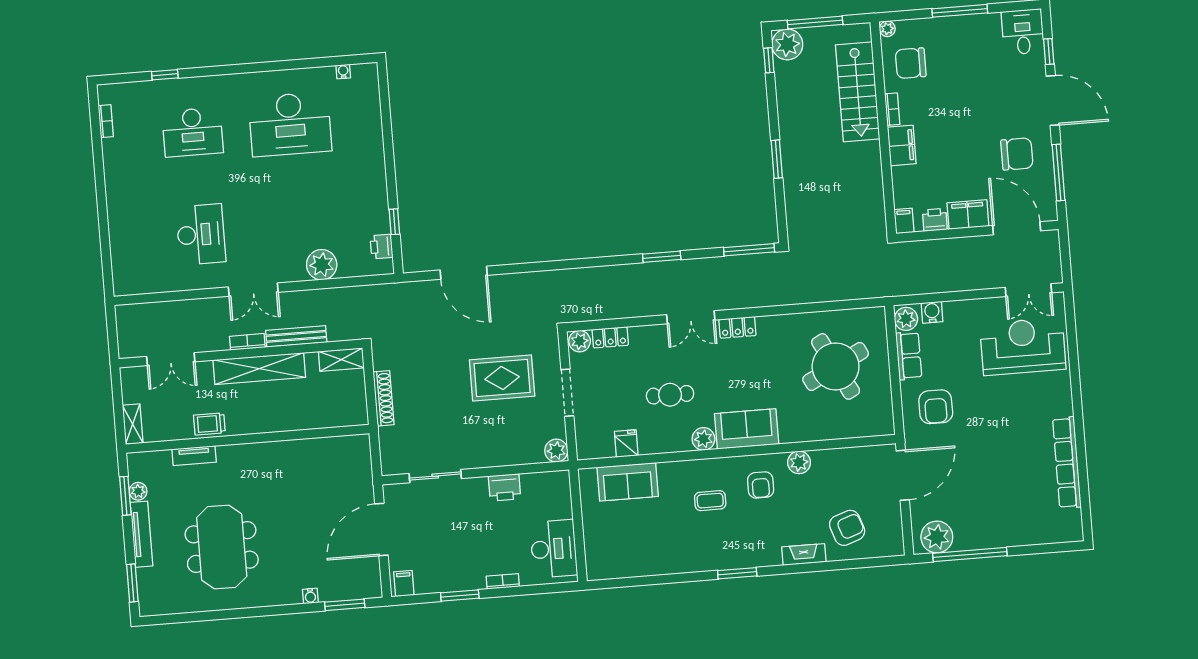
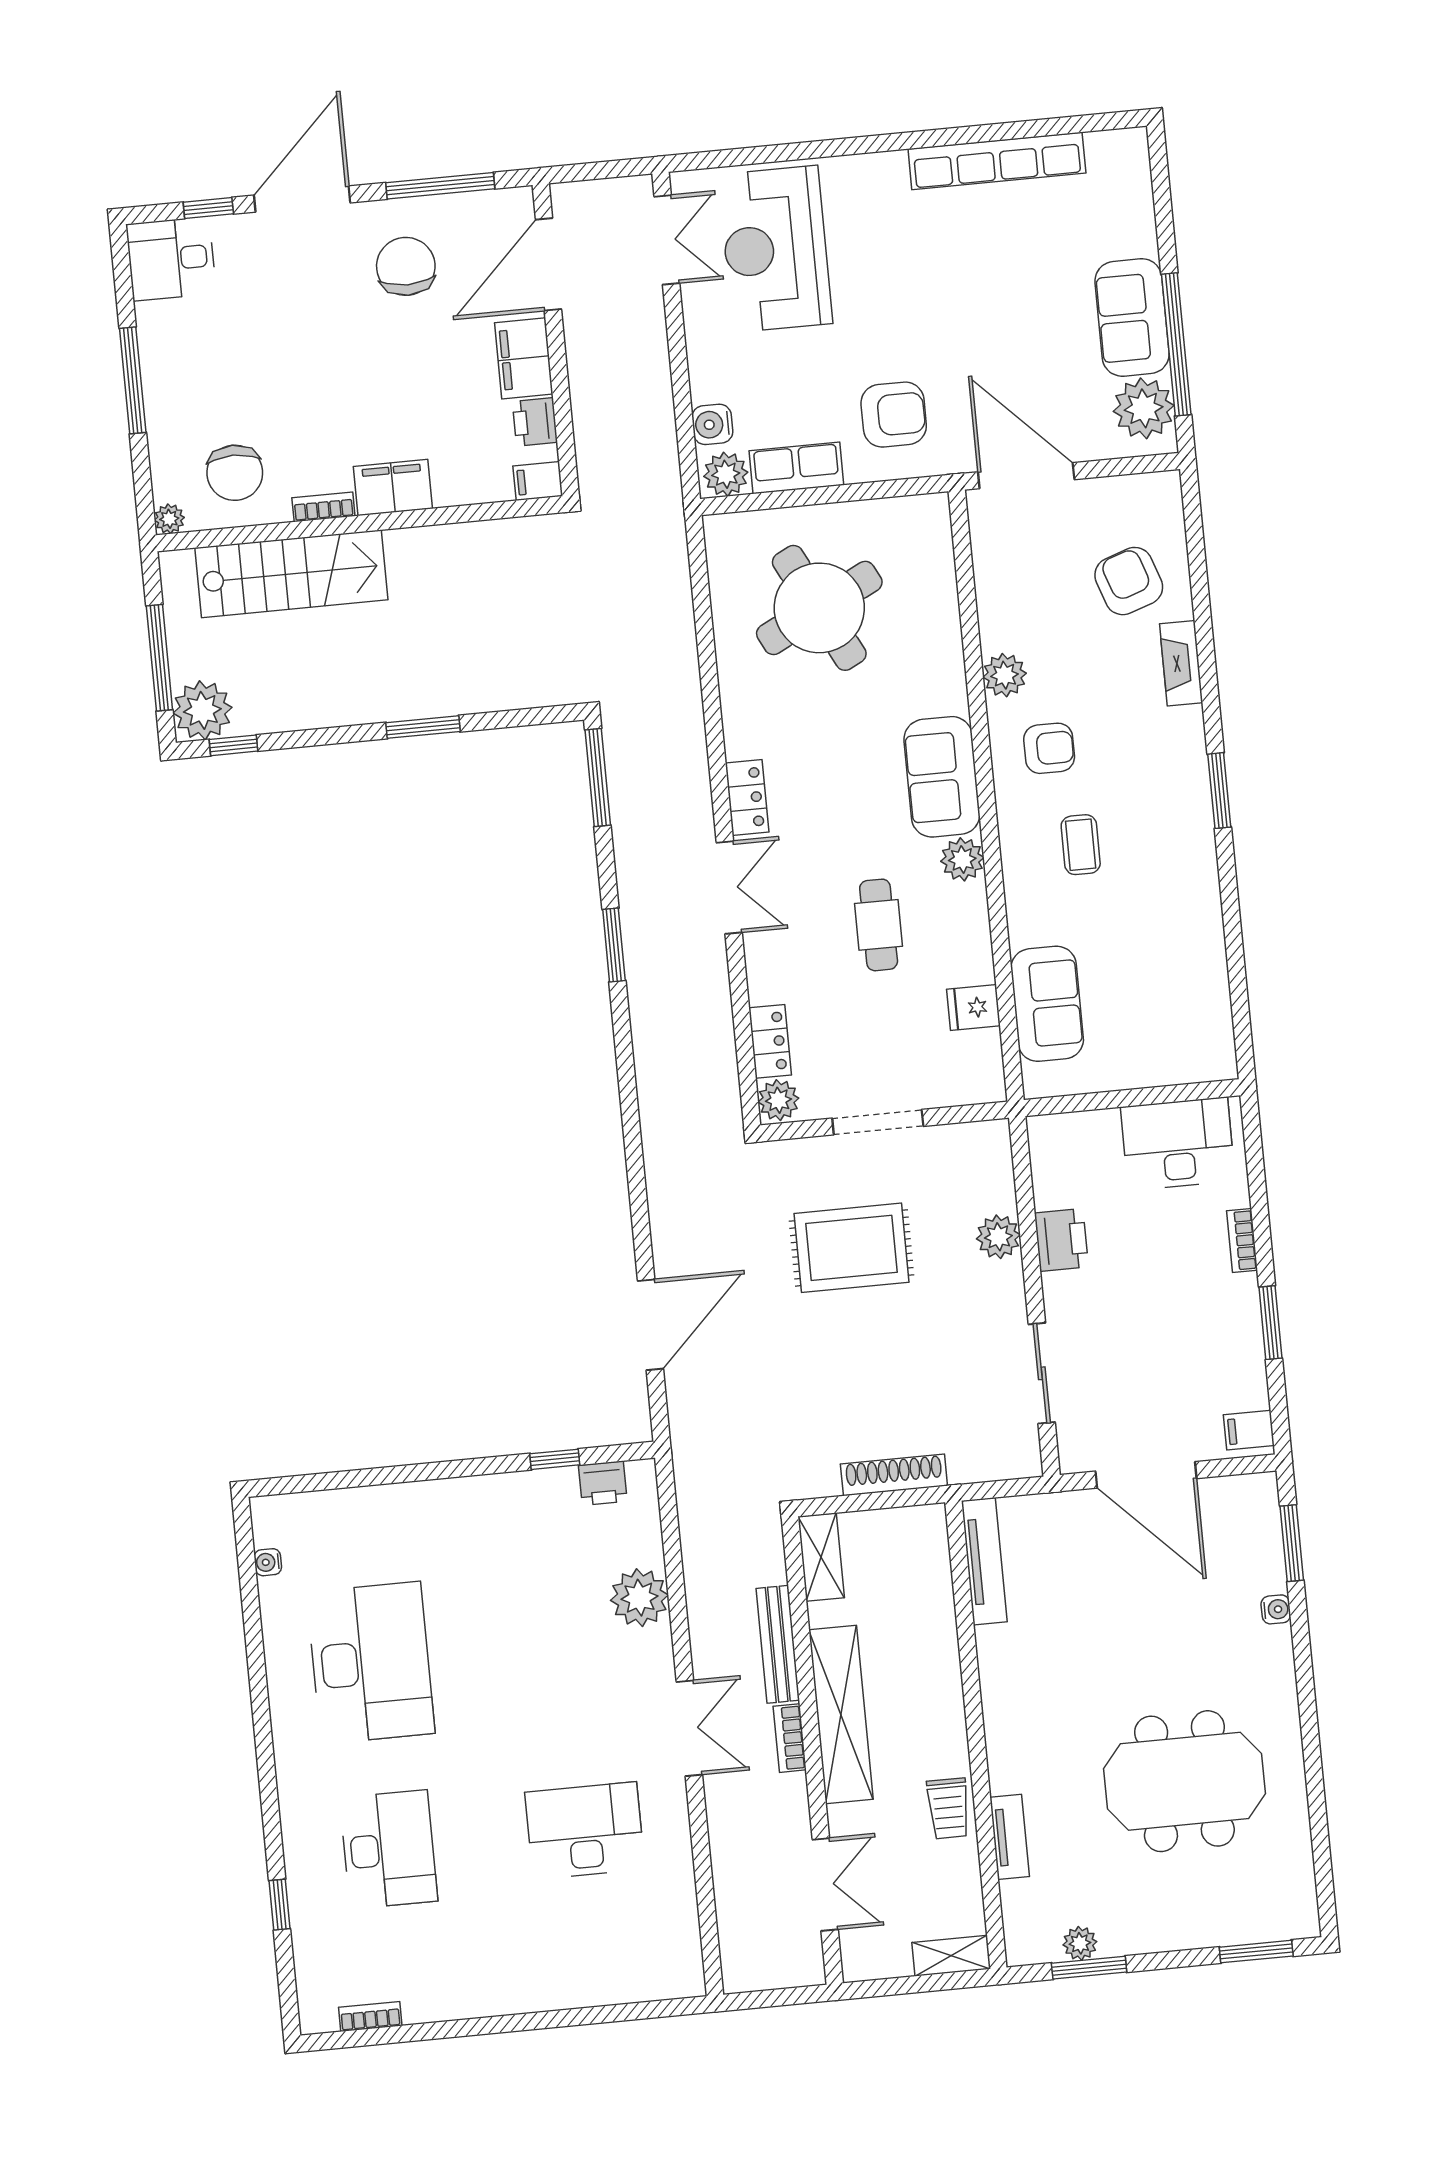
rug: (502, 378) -> (851, 1248), turned 90
plant: (556, 451) -> (998, 1237), moved
sofa: (984, 532) -> (1132, 317), added
tv unit: (141, 534) -> (984, 1561), moved, turned 90

